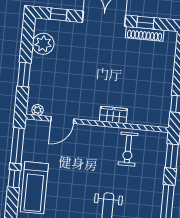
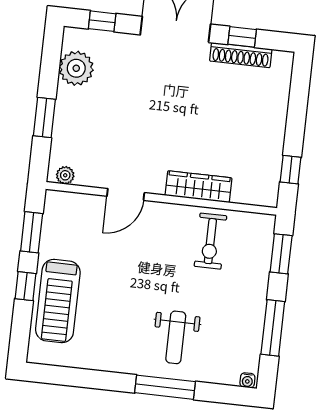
wardrobe: (113, 115) -> (198, 187), width x1.50
door: (62, 120) -> (126, 194), moved
window: (17, 146) -> (32, 232), width x0.69

